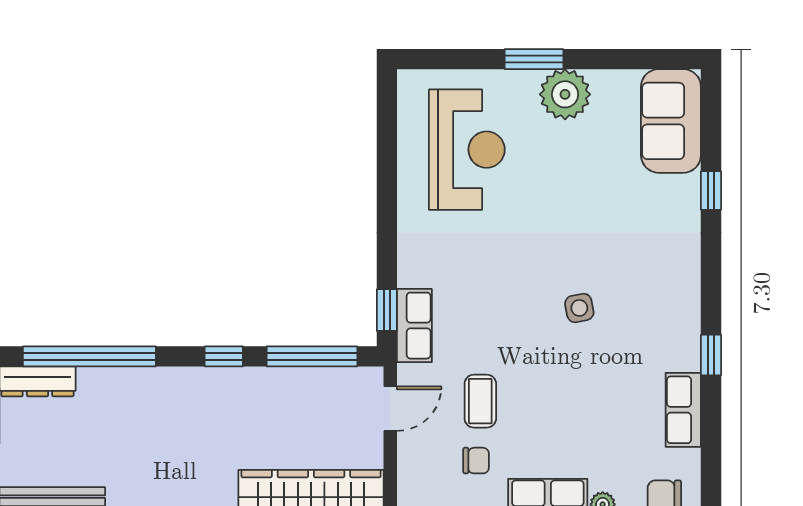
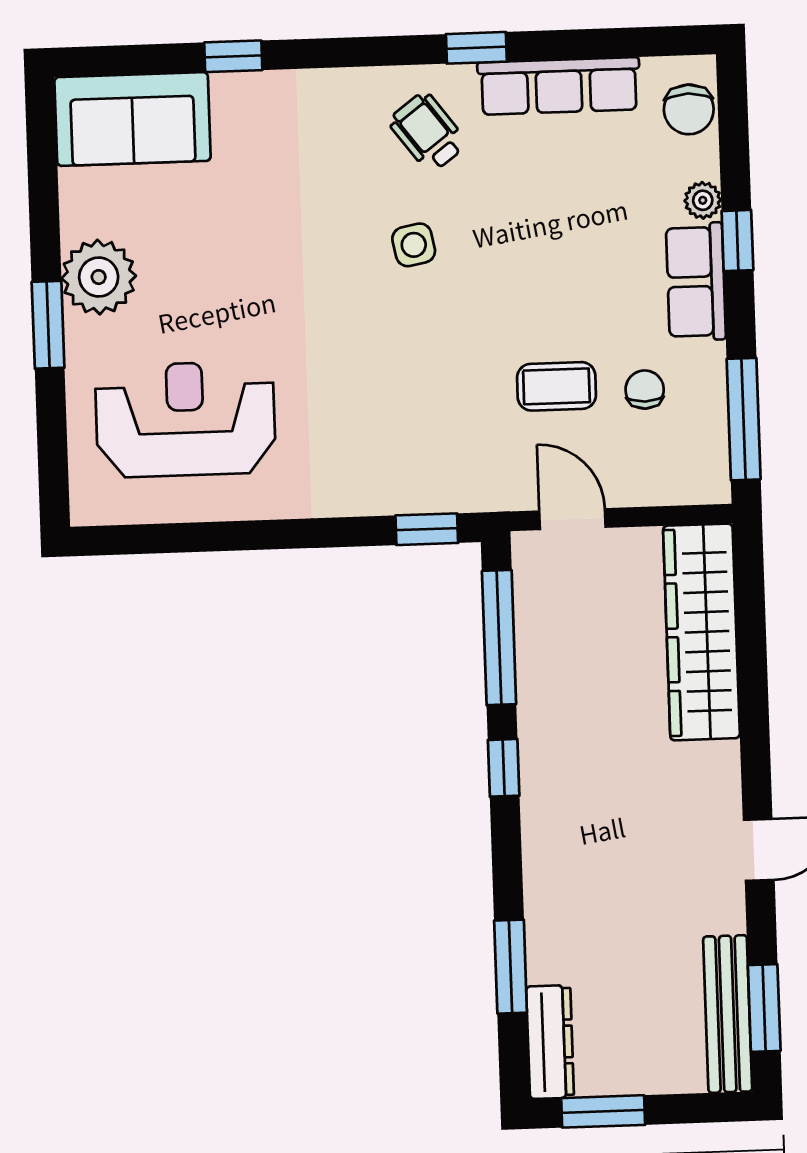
wheelchair: (655, 320) -> (428, 132), added
row of seats: (414, 326) -> (448, 488), removed
window: (89, 356) -> (511, 967), width x0.47
row of seats: (683, 410) -> (559, 86), width x1.48

